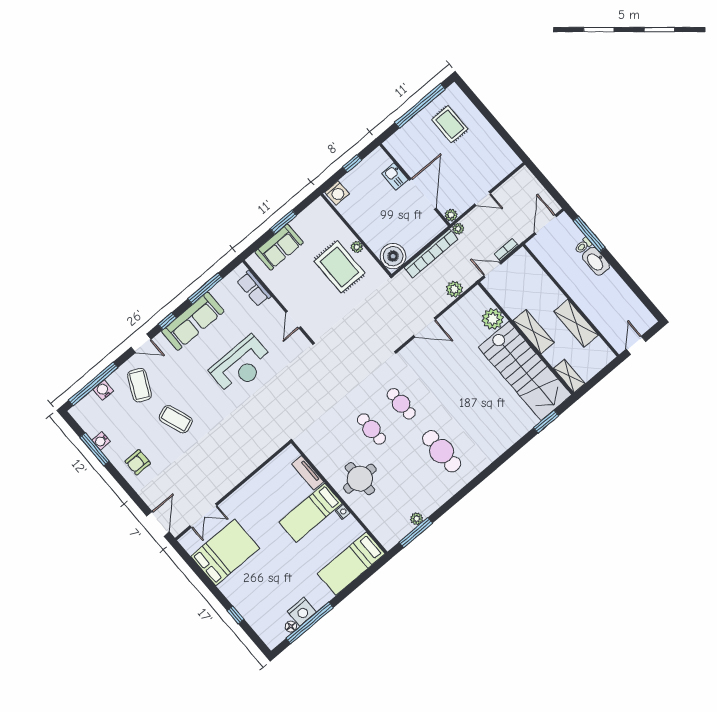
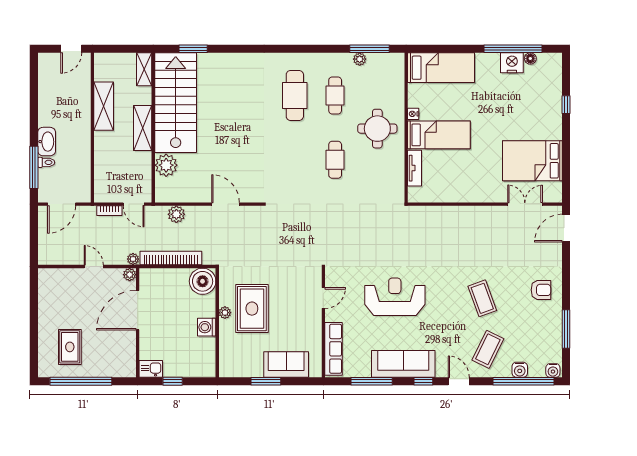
kitchen sink: (395, 176) -> (151, 369), moved, turned -90
washing machine: (337, 193) -> (207, 327), moved, turned -90
row of seats: (254, 289) -> (334, 349), width x1.48
cafe table: (401, 404) -> (335, 95), moved
water cooler: (101, 441) -> (553, 370), moved, turned 90

